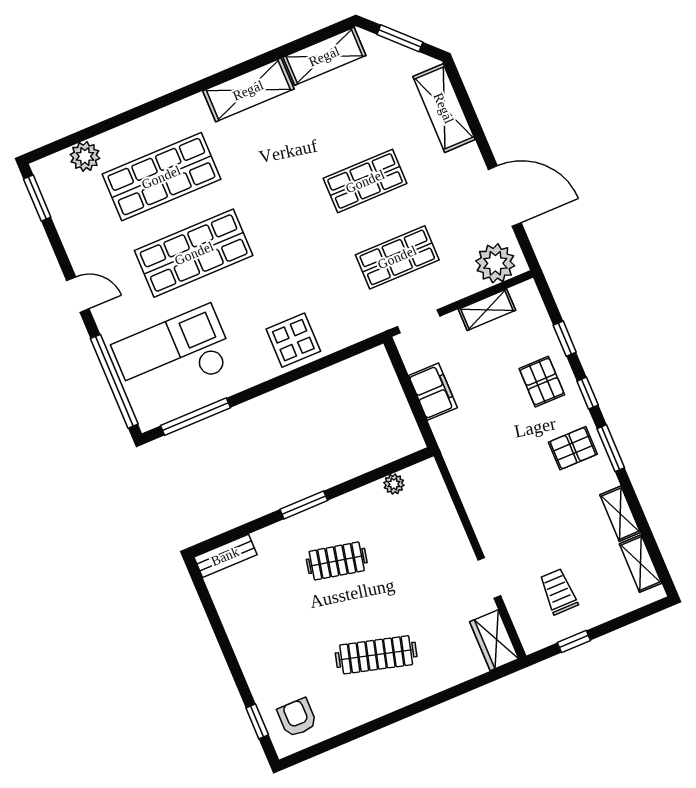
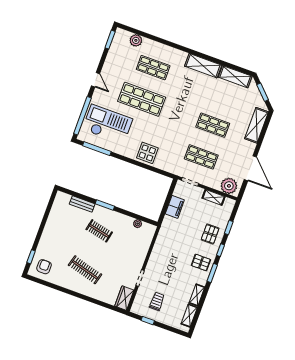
shop shelf: (161, 177) -> (153, 68), width x0.70, depth x0.74
bench: (225, 556) -> (82, 204), moved

